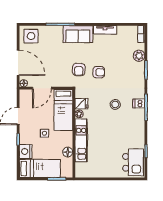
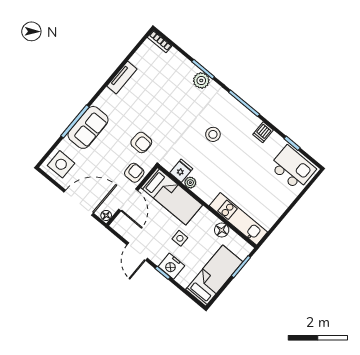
sofa: (78, 34) -> (88, 127), moved
plant: (139, 56) -> (201, 80), moved
armchair: (99, 72) -> (134, 173), moved
dishwasher: (139, 103) -> (263, 132), moved
kitchen unit: (81, 140) -> (238, 219), moved
nightstand: (26, 152) -> (171, 266), moved

